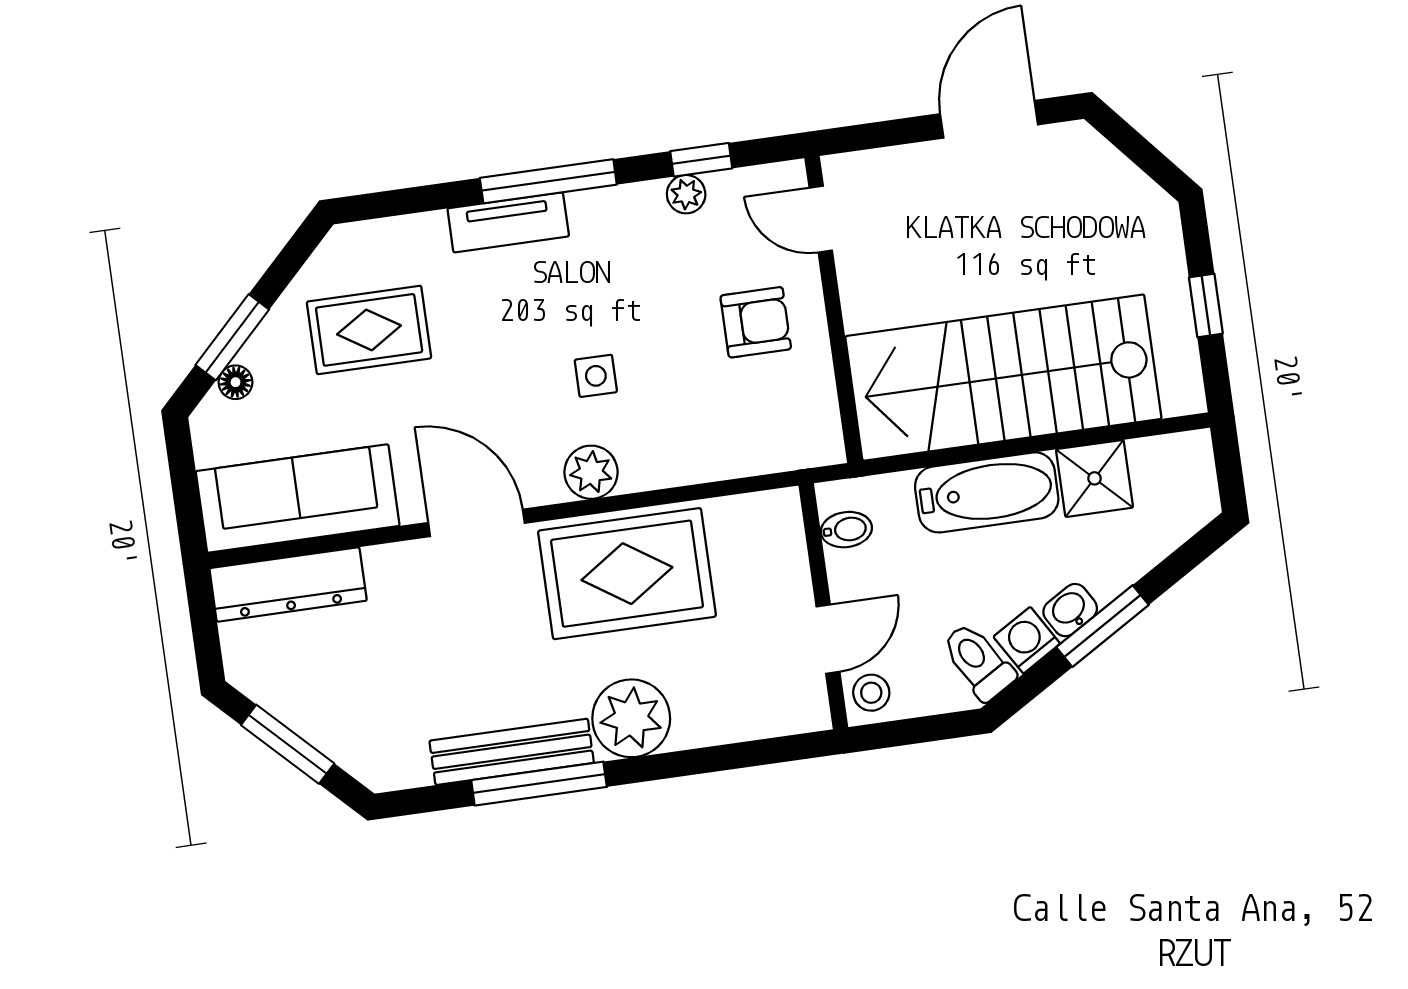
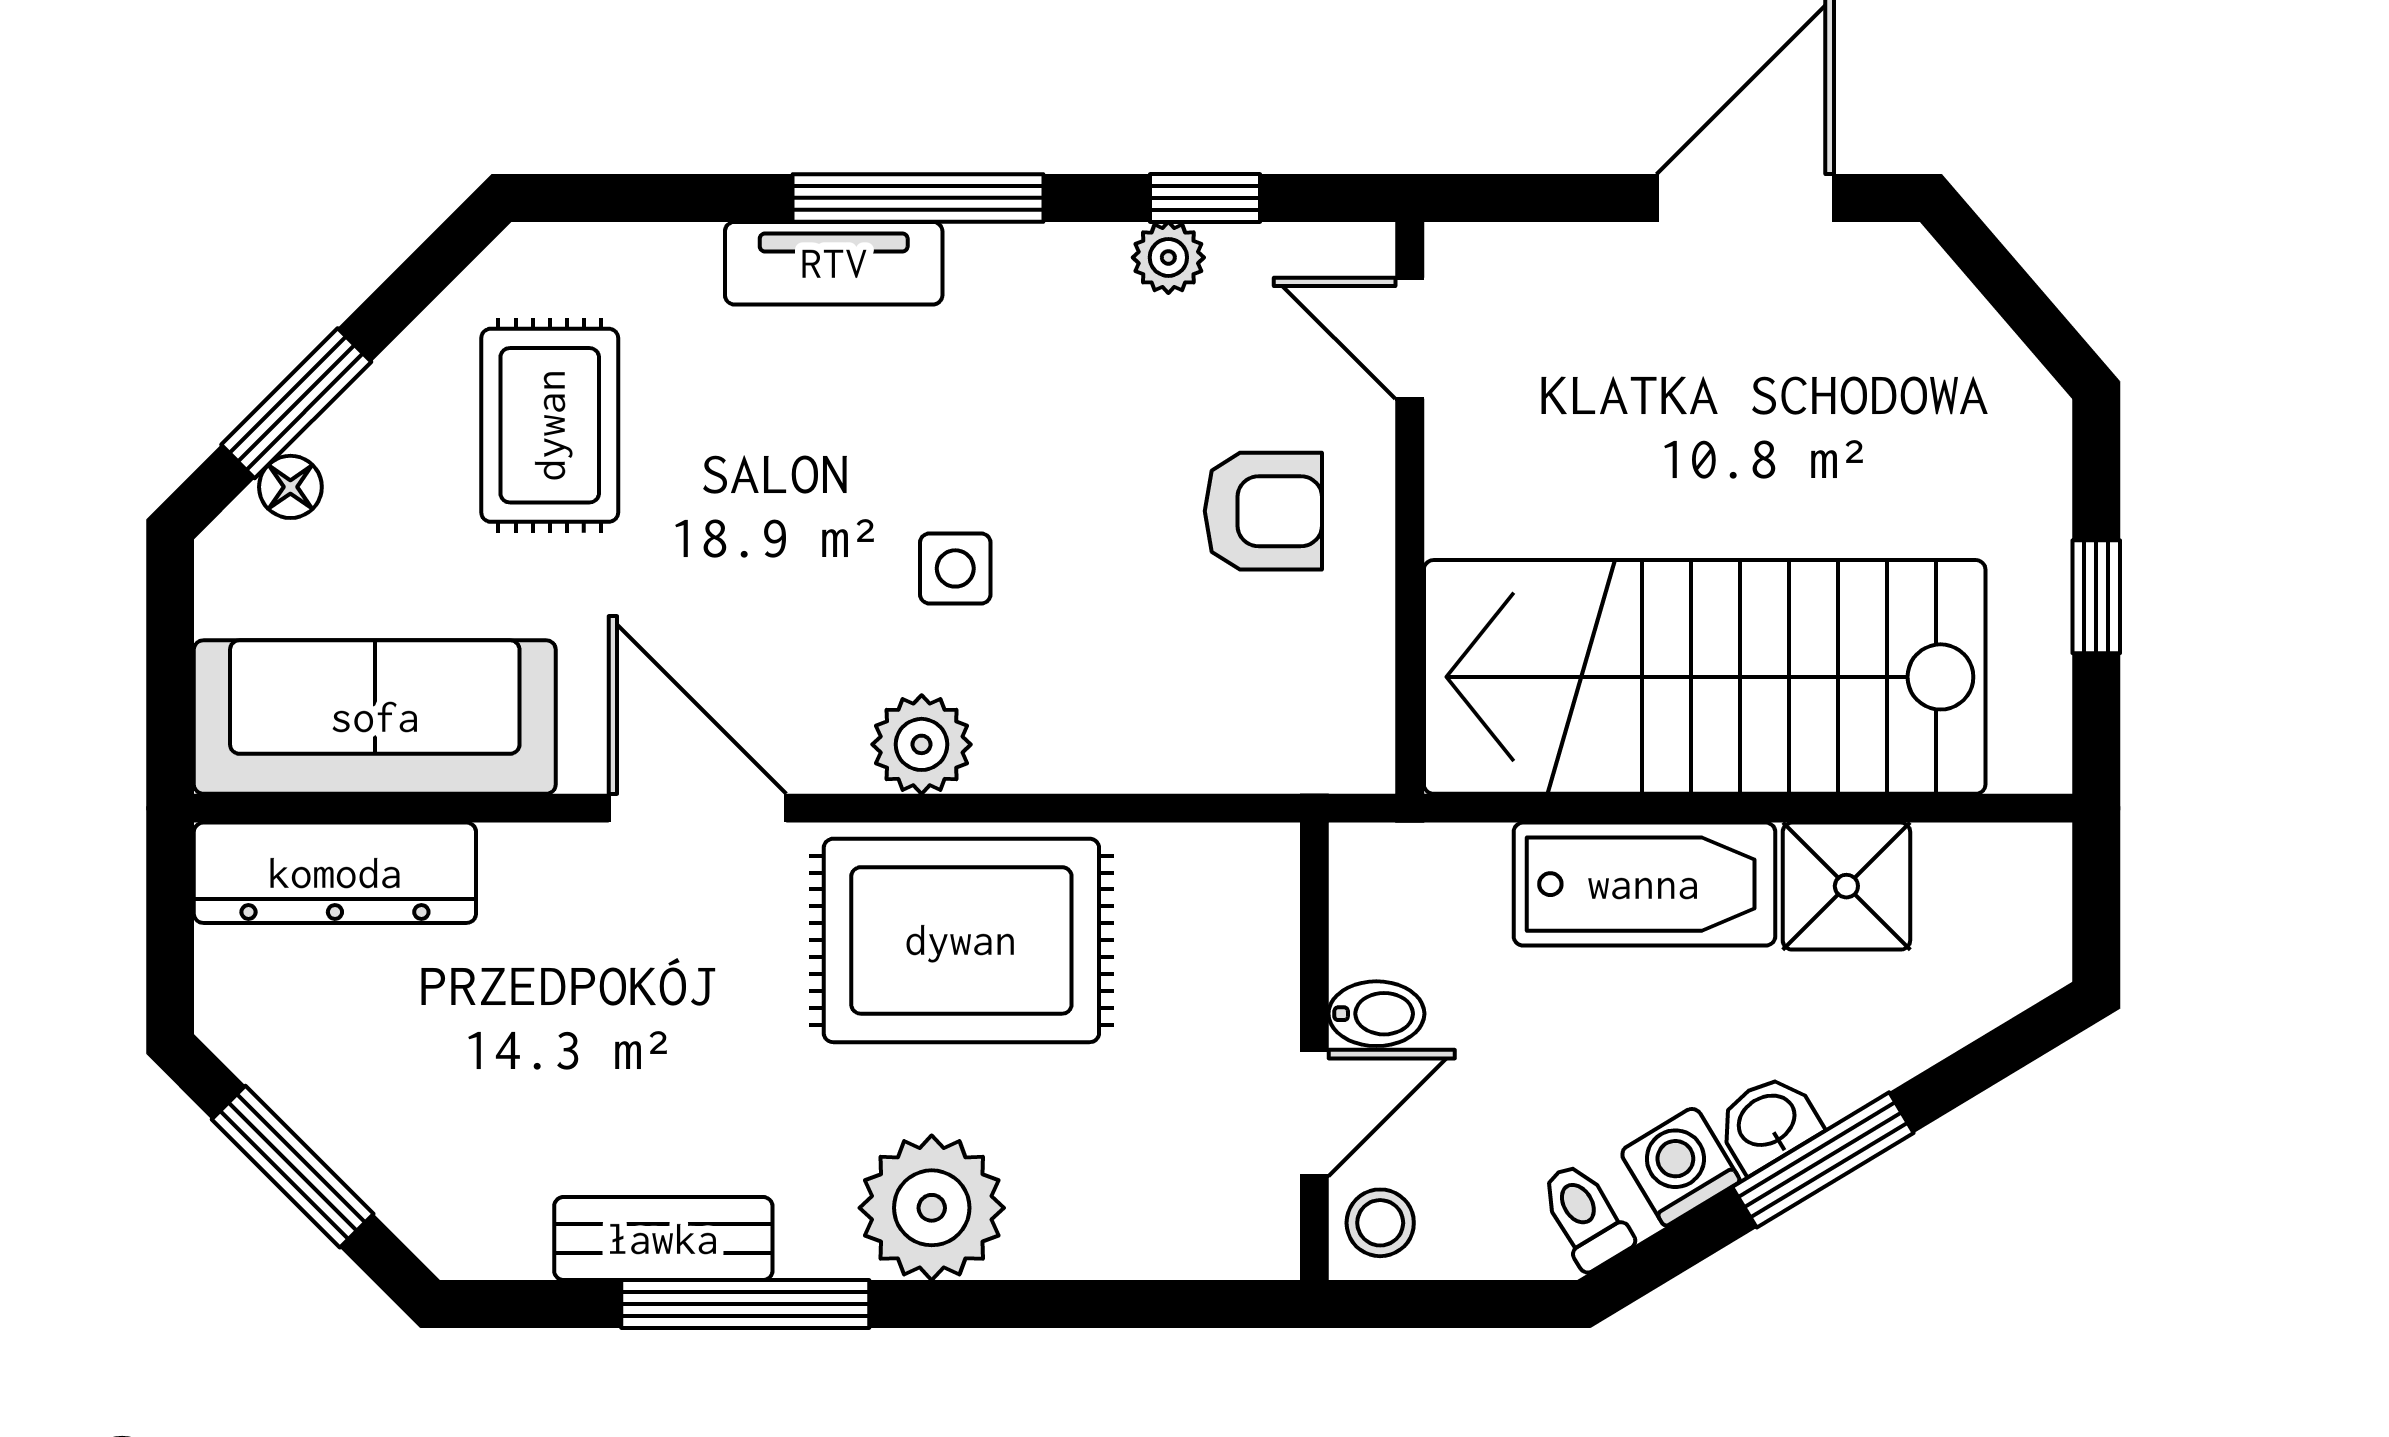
rug: (369, 330) -> (550, 425), turned 90
bidet: (846, 530) -> (1376, 1014), moved
toilet: (978, 661) -> (1585, 1216), width x0.73, depth x0.72
bench: (512, 752) -> (663, 1239), width x0.73

